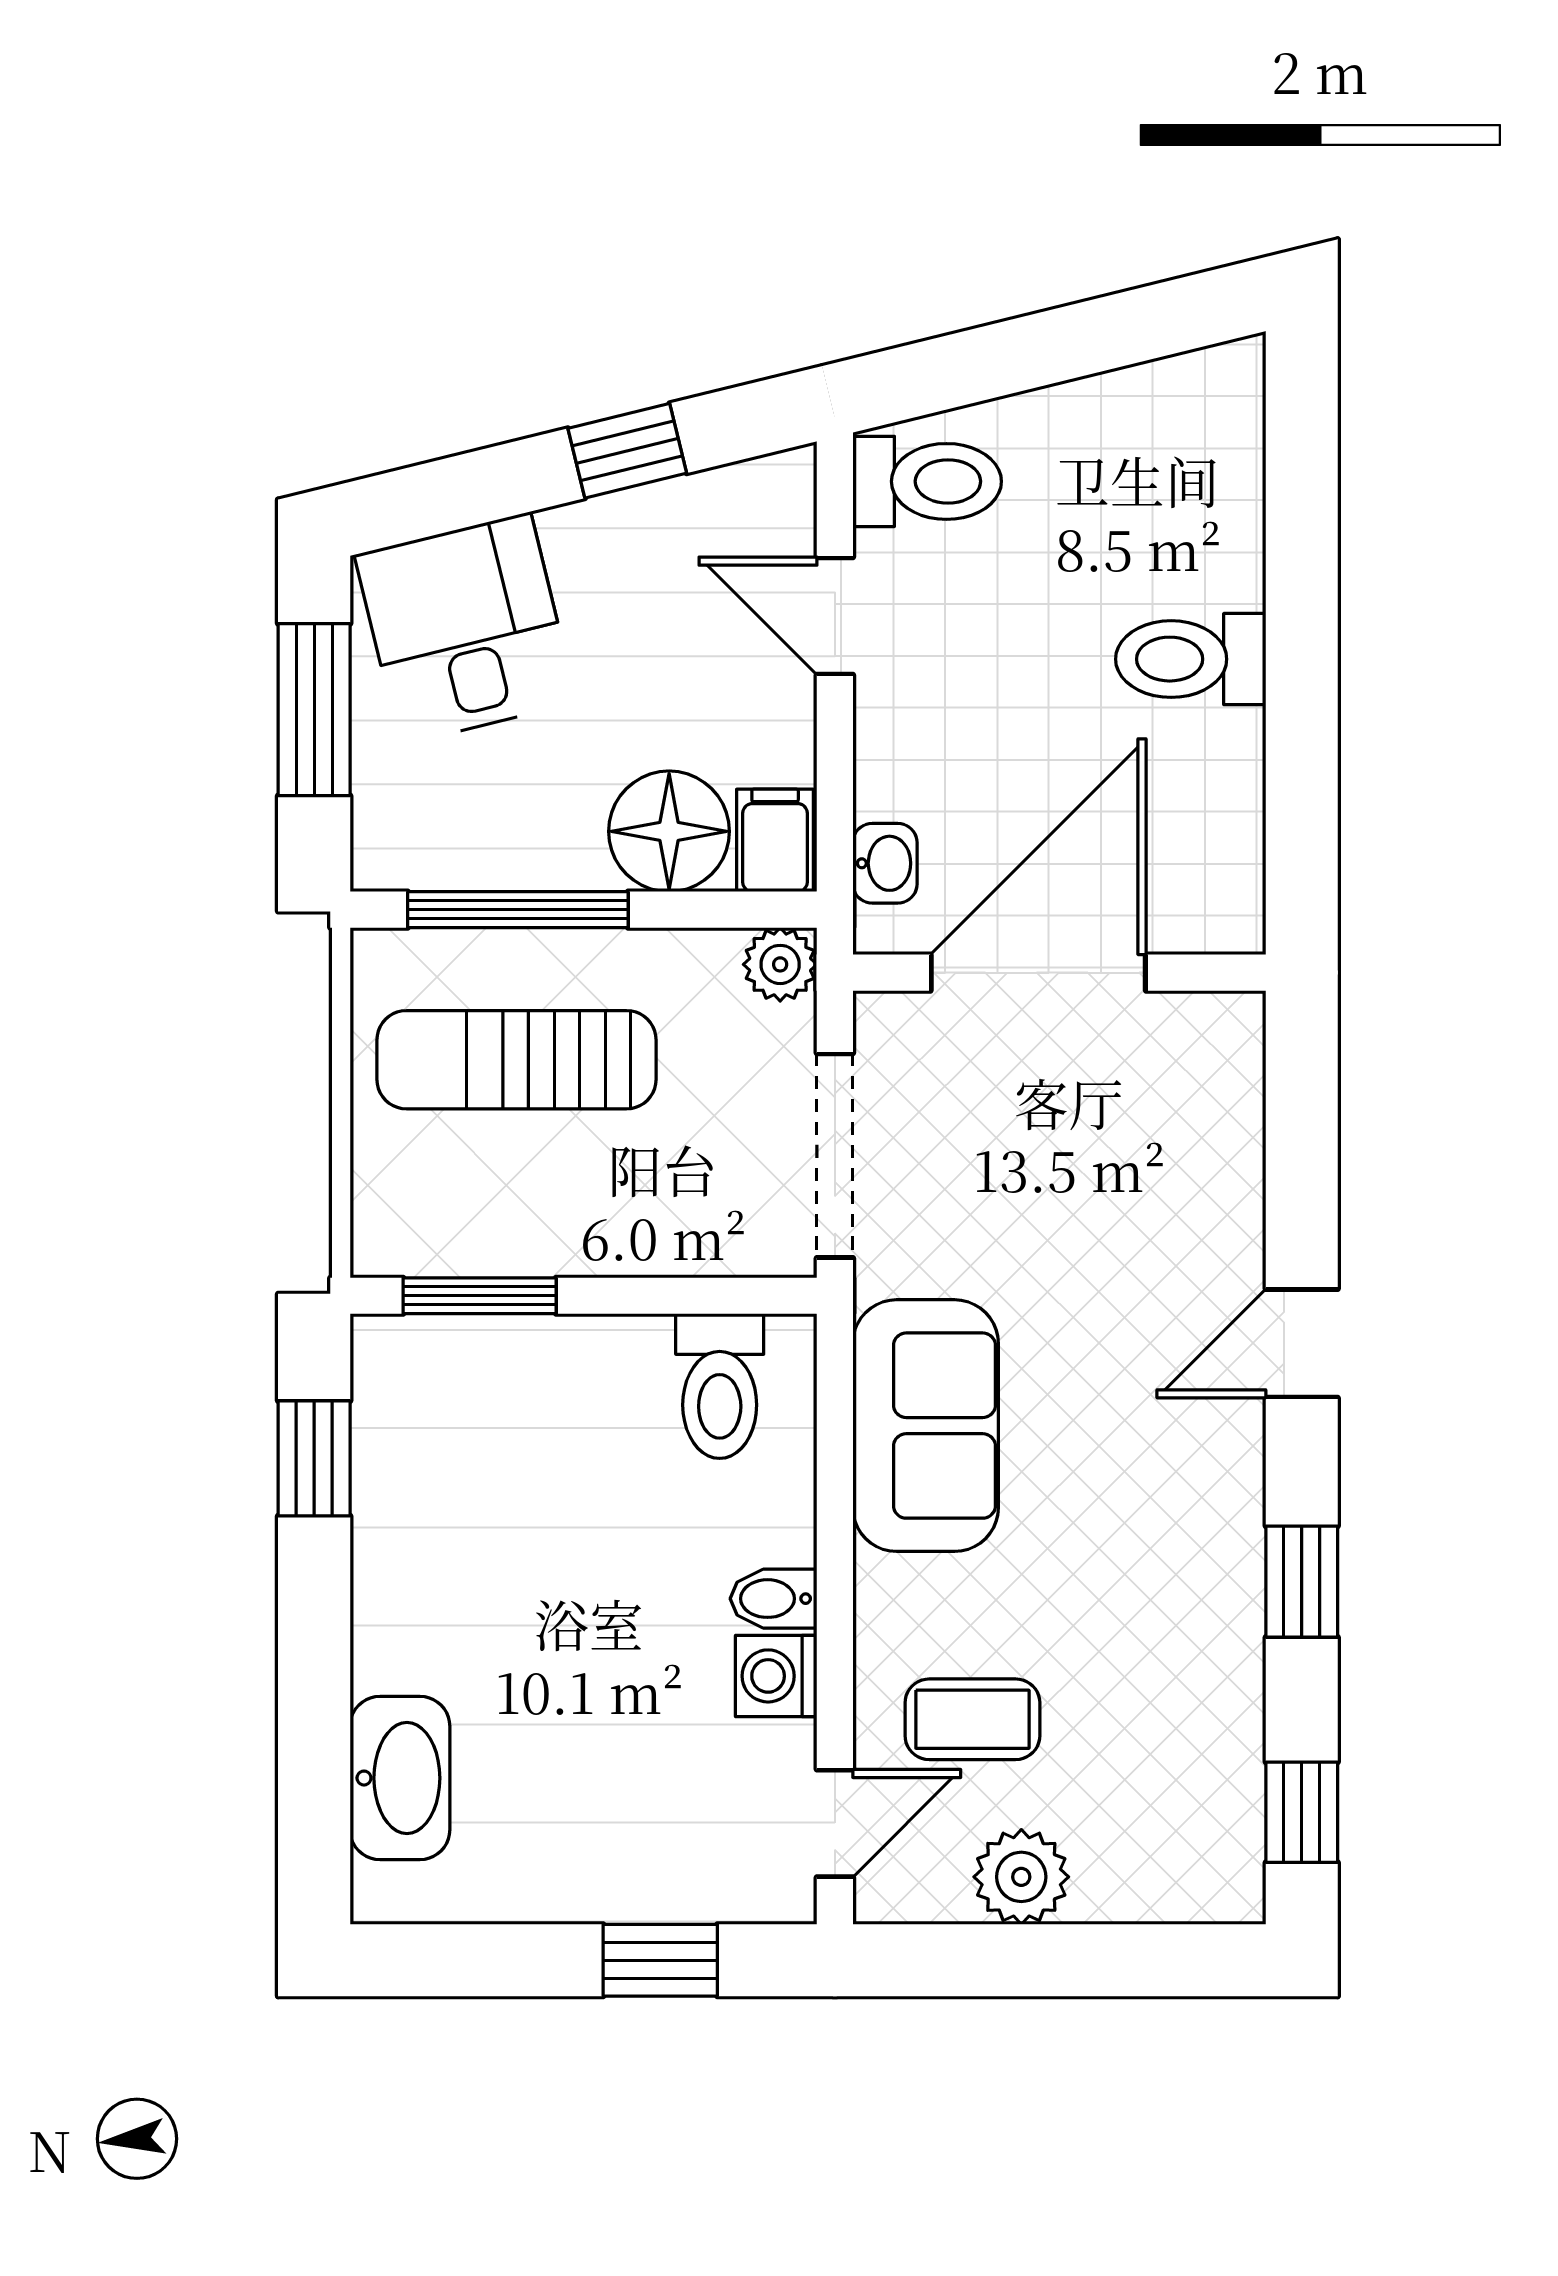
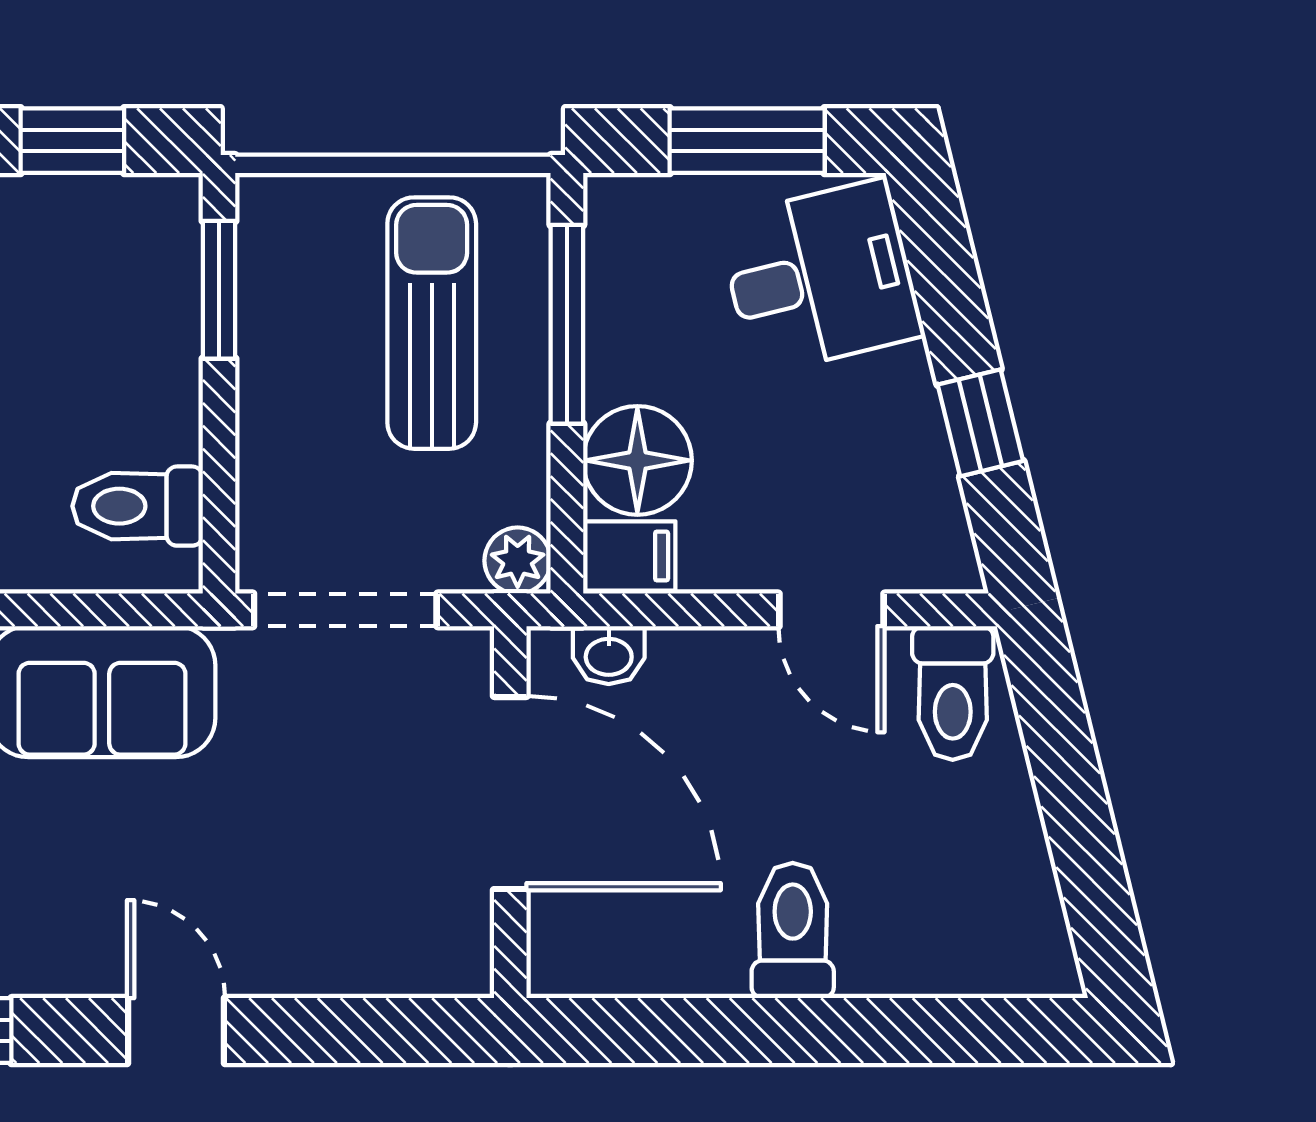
door: (835, 616) -> (831, 610), swing flipped

